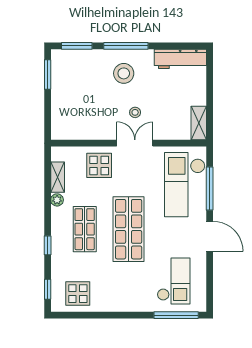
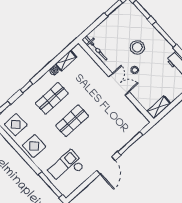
stool: (124, 73) -> (137, 47), moved
bicycle: (74, 133) -> (96, 48), added
display table: (99, 165) -> (34, 146), moved
checkout: (185, 185) -> (121, 129), removed
shop shelf: (129, 229) -> (72, 121), width x0.70, depth x0.74
checkout: (174, 281) -> (66, 168), turned 180

